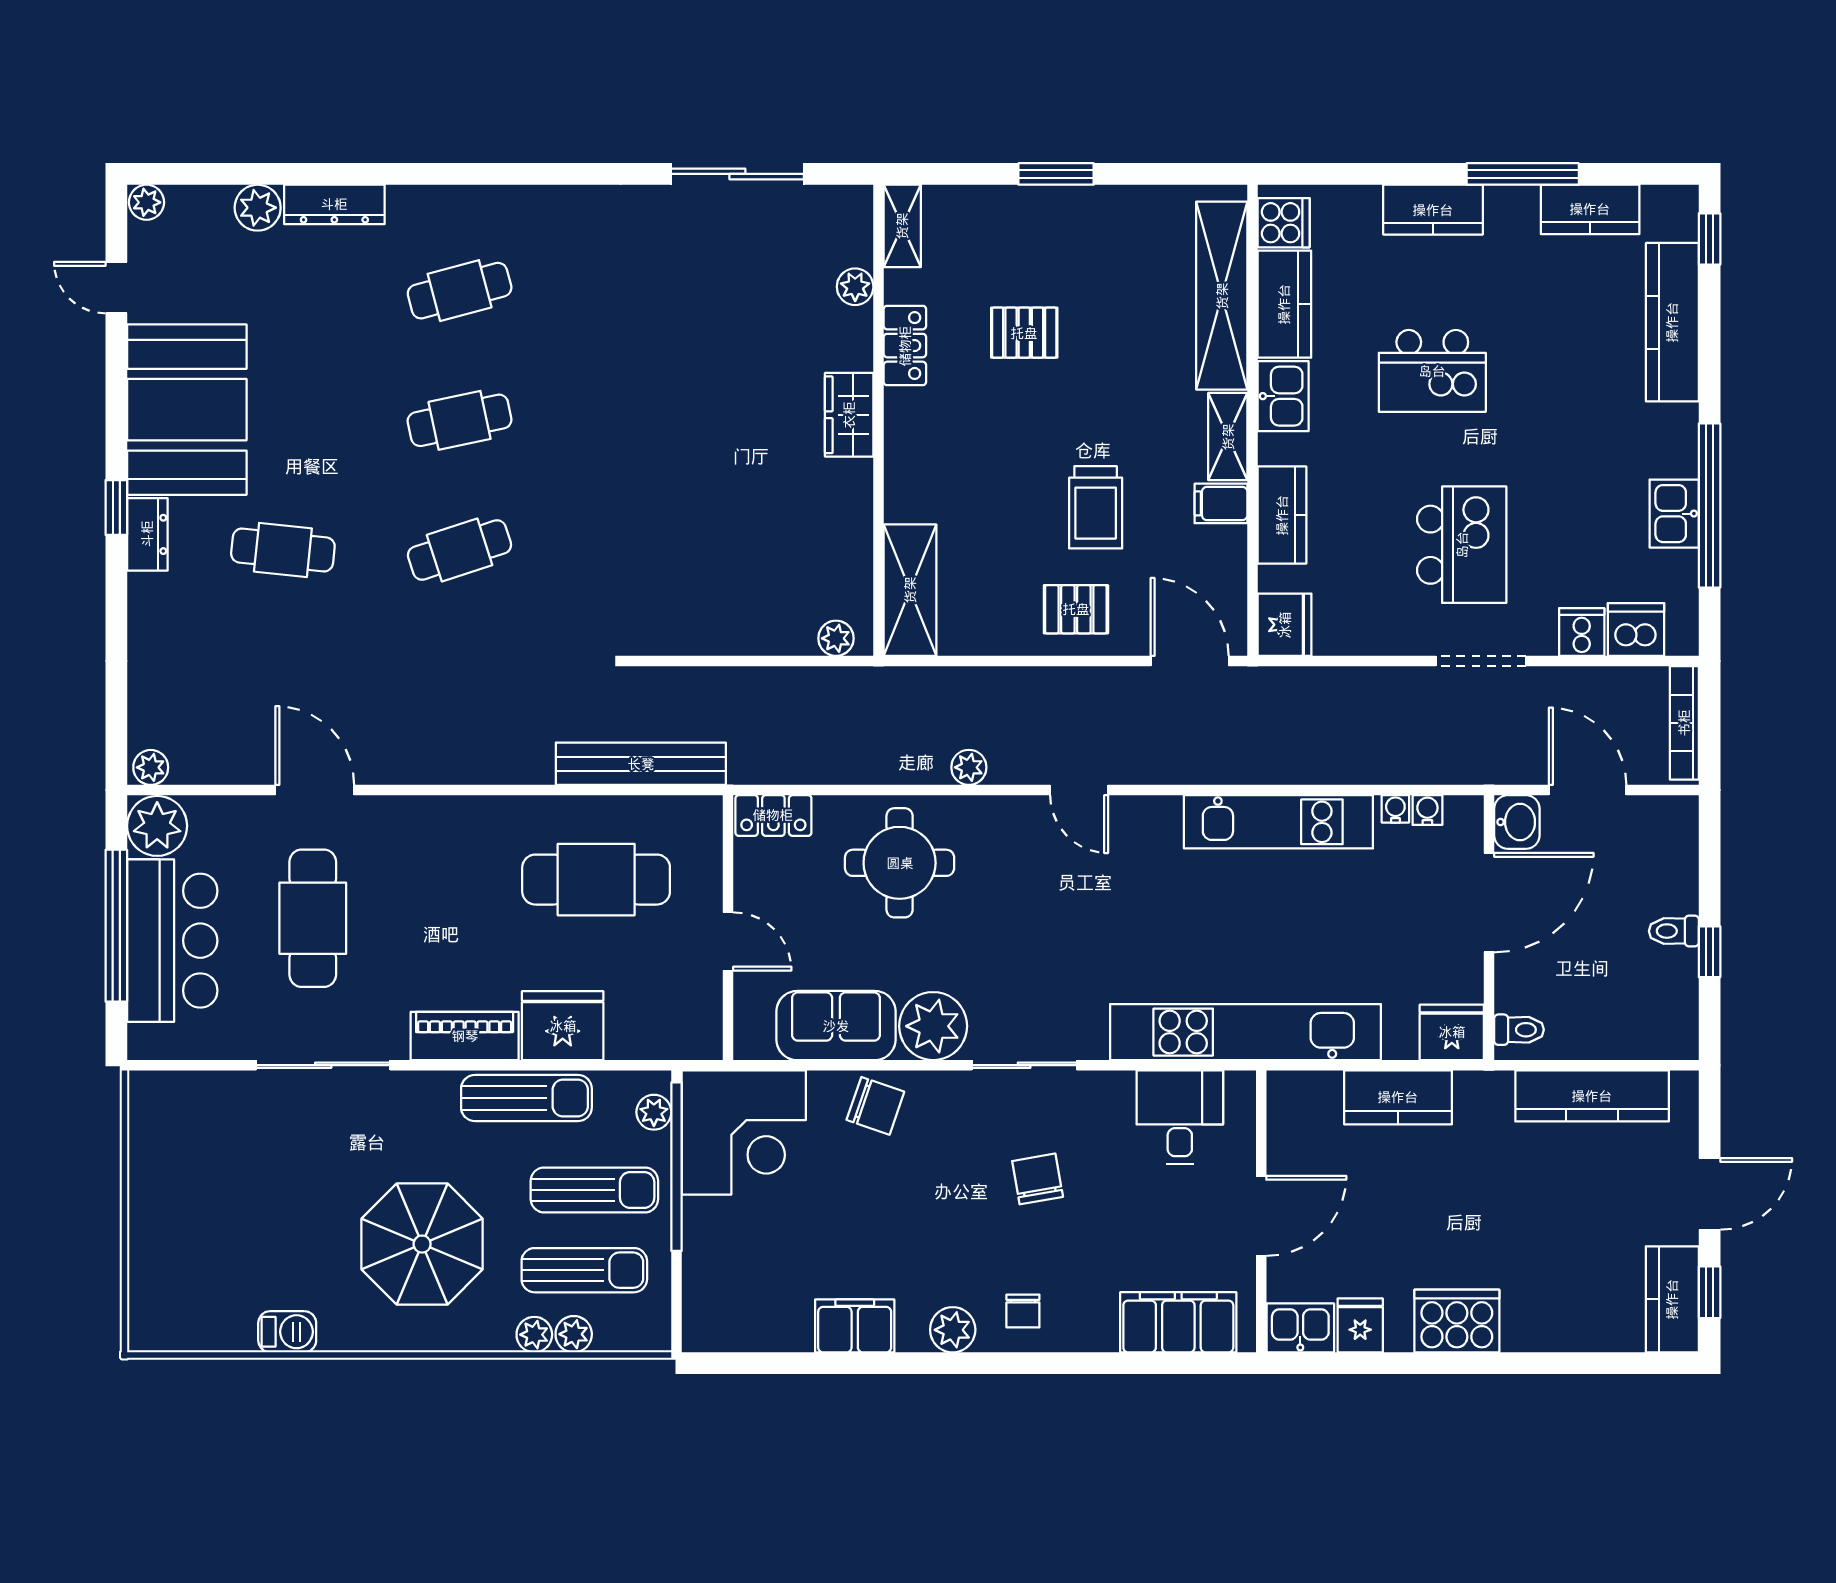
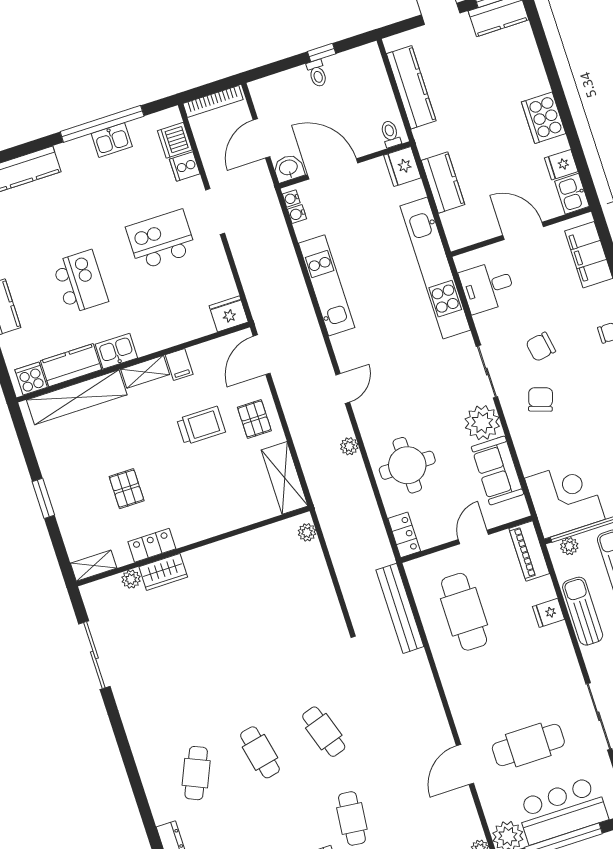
cafe table: (460, 291) -> (196, 773), turned 39
wardrobe: (849, 415) -> (163, 572), moved
kitchen counter: (1282, 515) -> (175, 333), removed
shelving: (910, 590) -> (285, 478), moved, turned 90
water cooler: (1395, 809) -> (291, 198), moved
fridge: (563, 1026) -> (549, 613), width x0.53, depth x0.75
piano: (465, 1036) -> (529, 551), moved
chair: (875, 1106) -> (541, 399), moved

